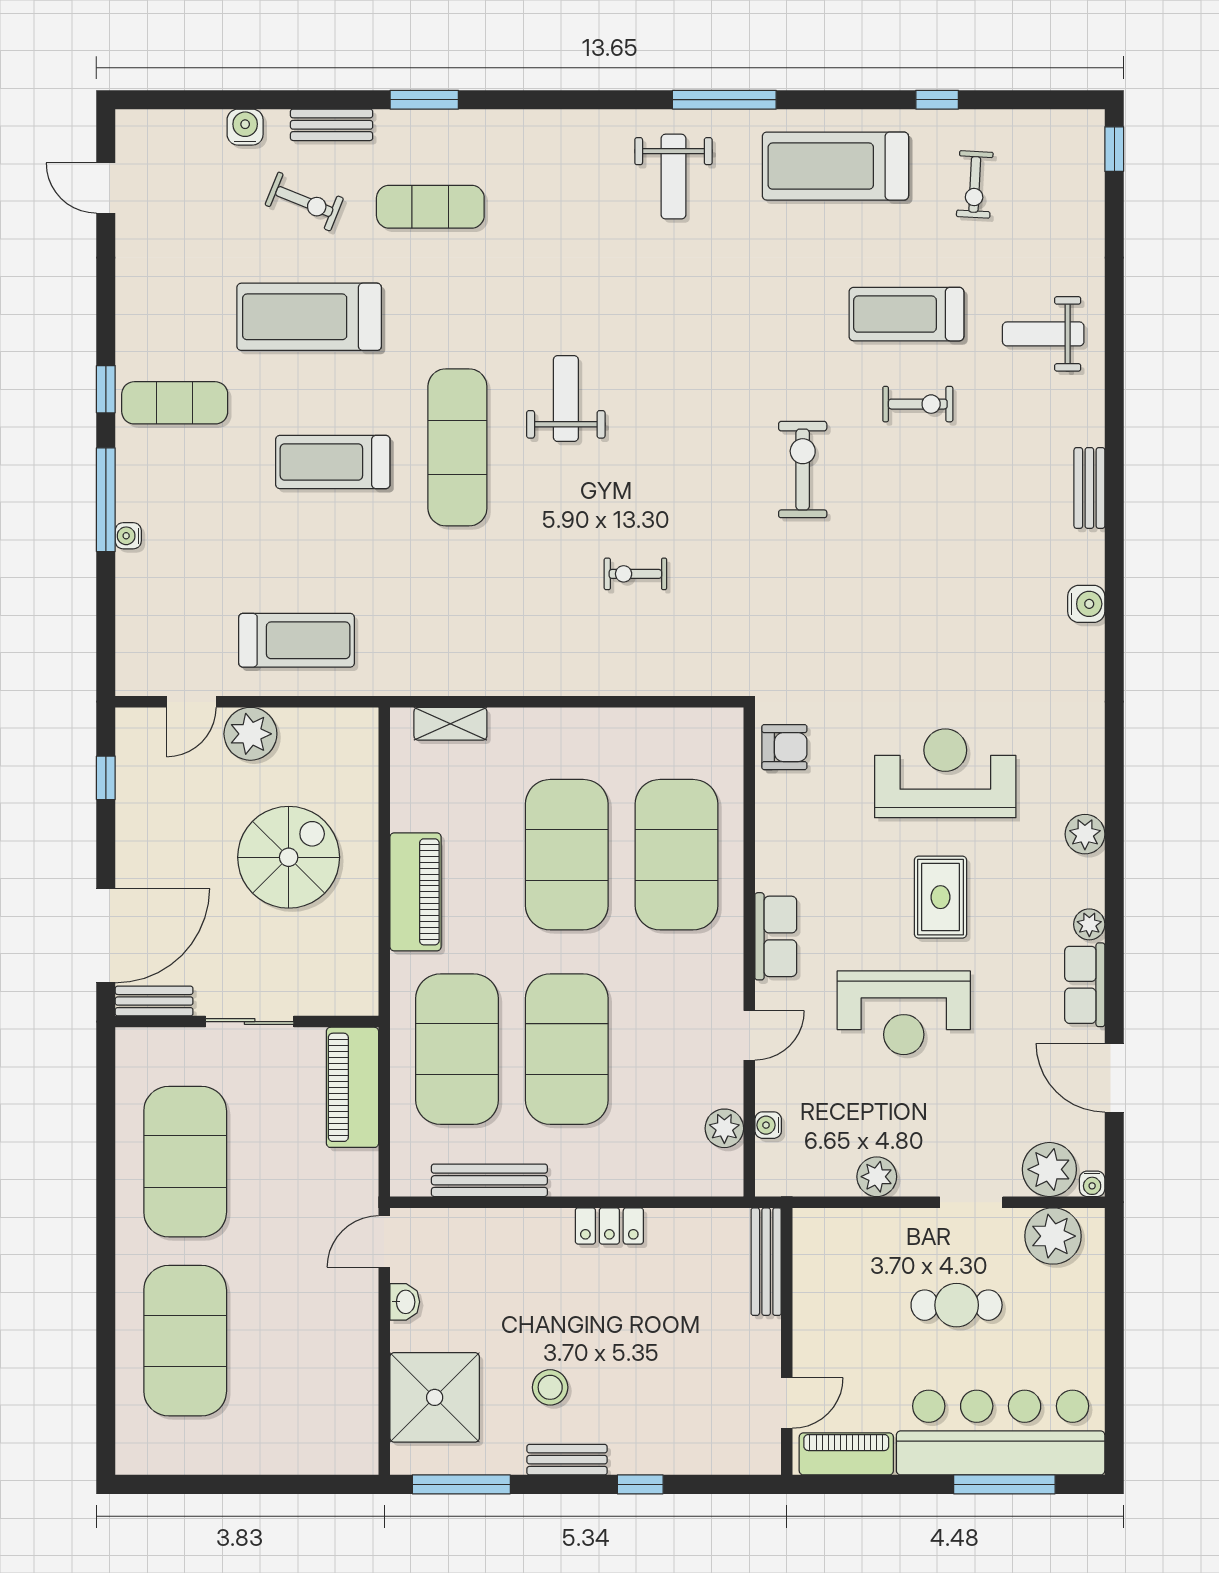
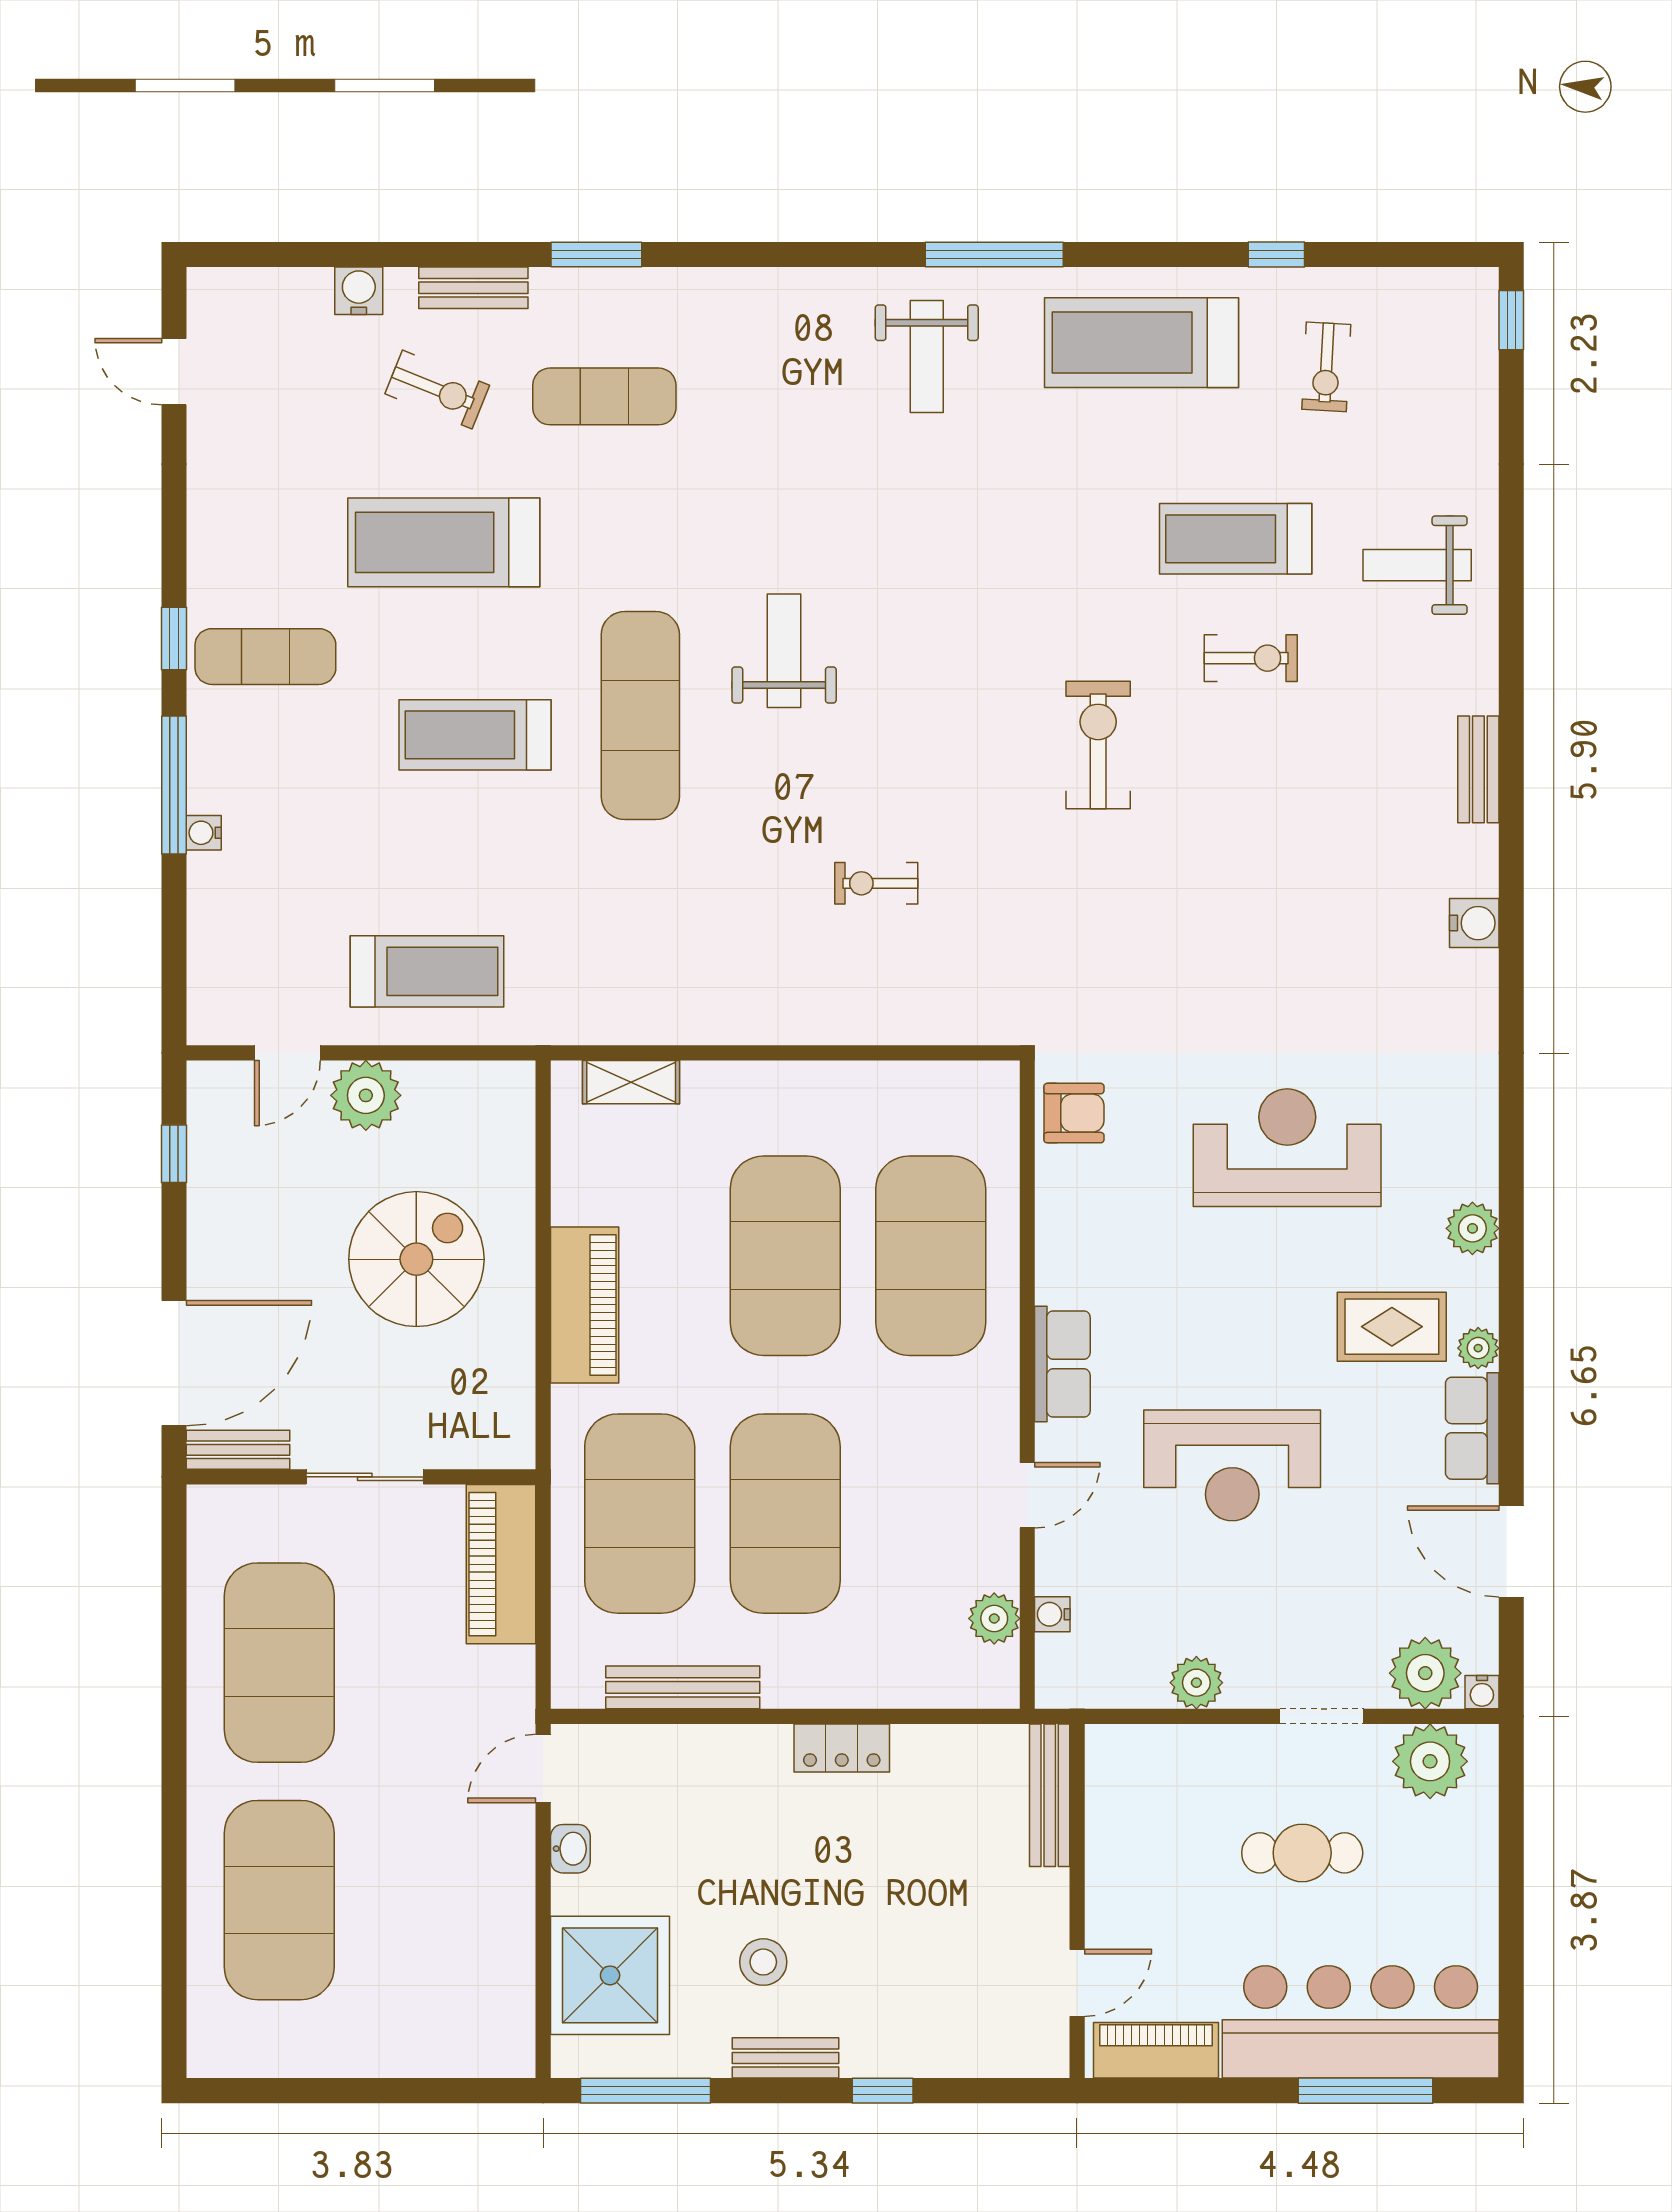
rug: (940, 897) -> (1392, 1327), moved, turned 90

